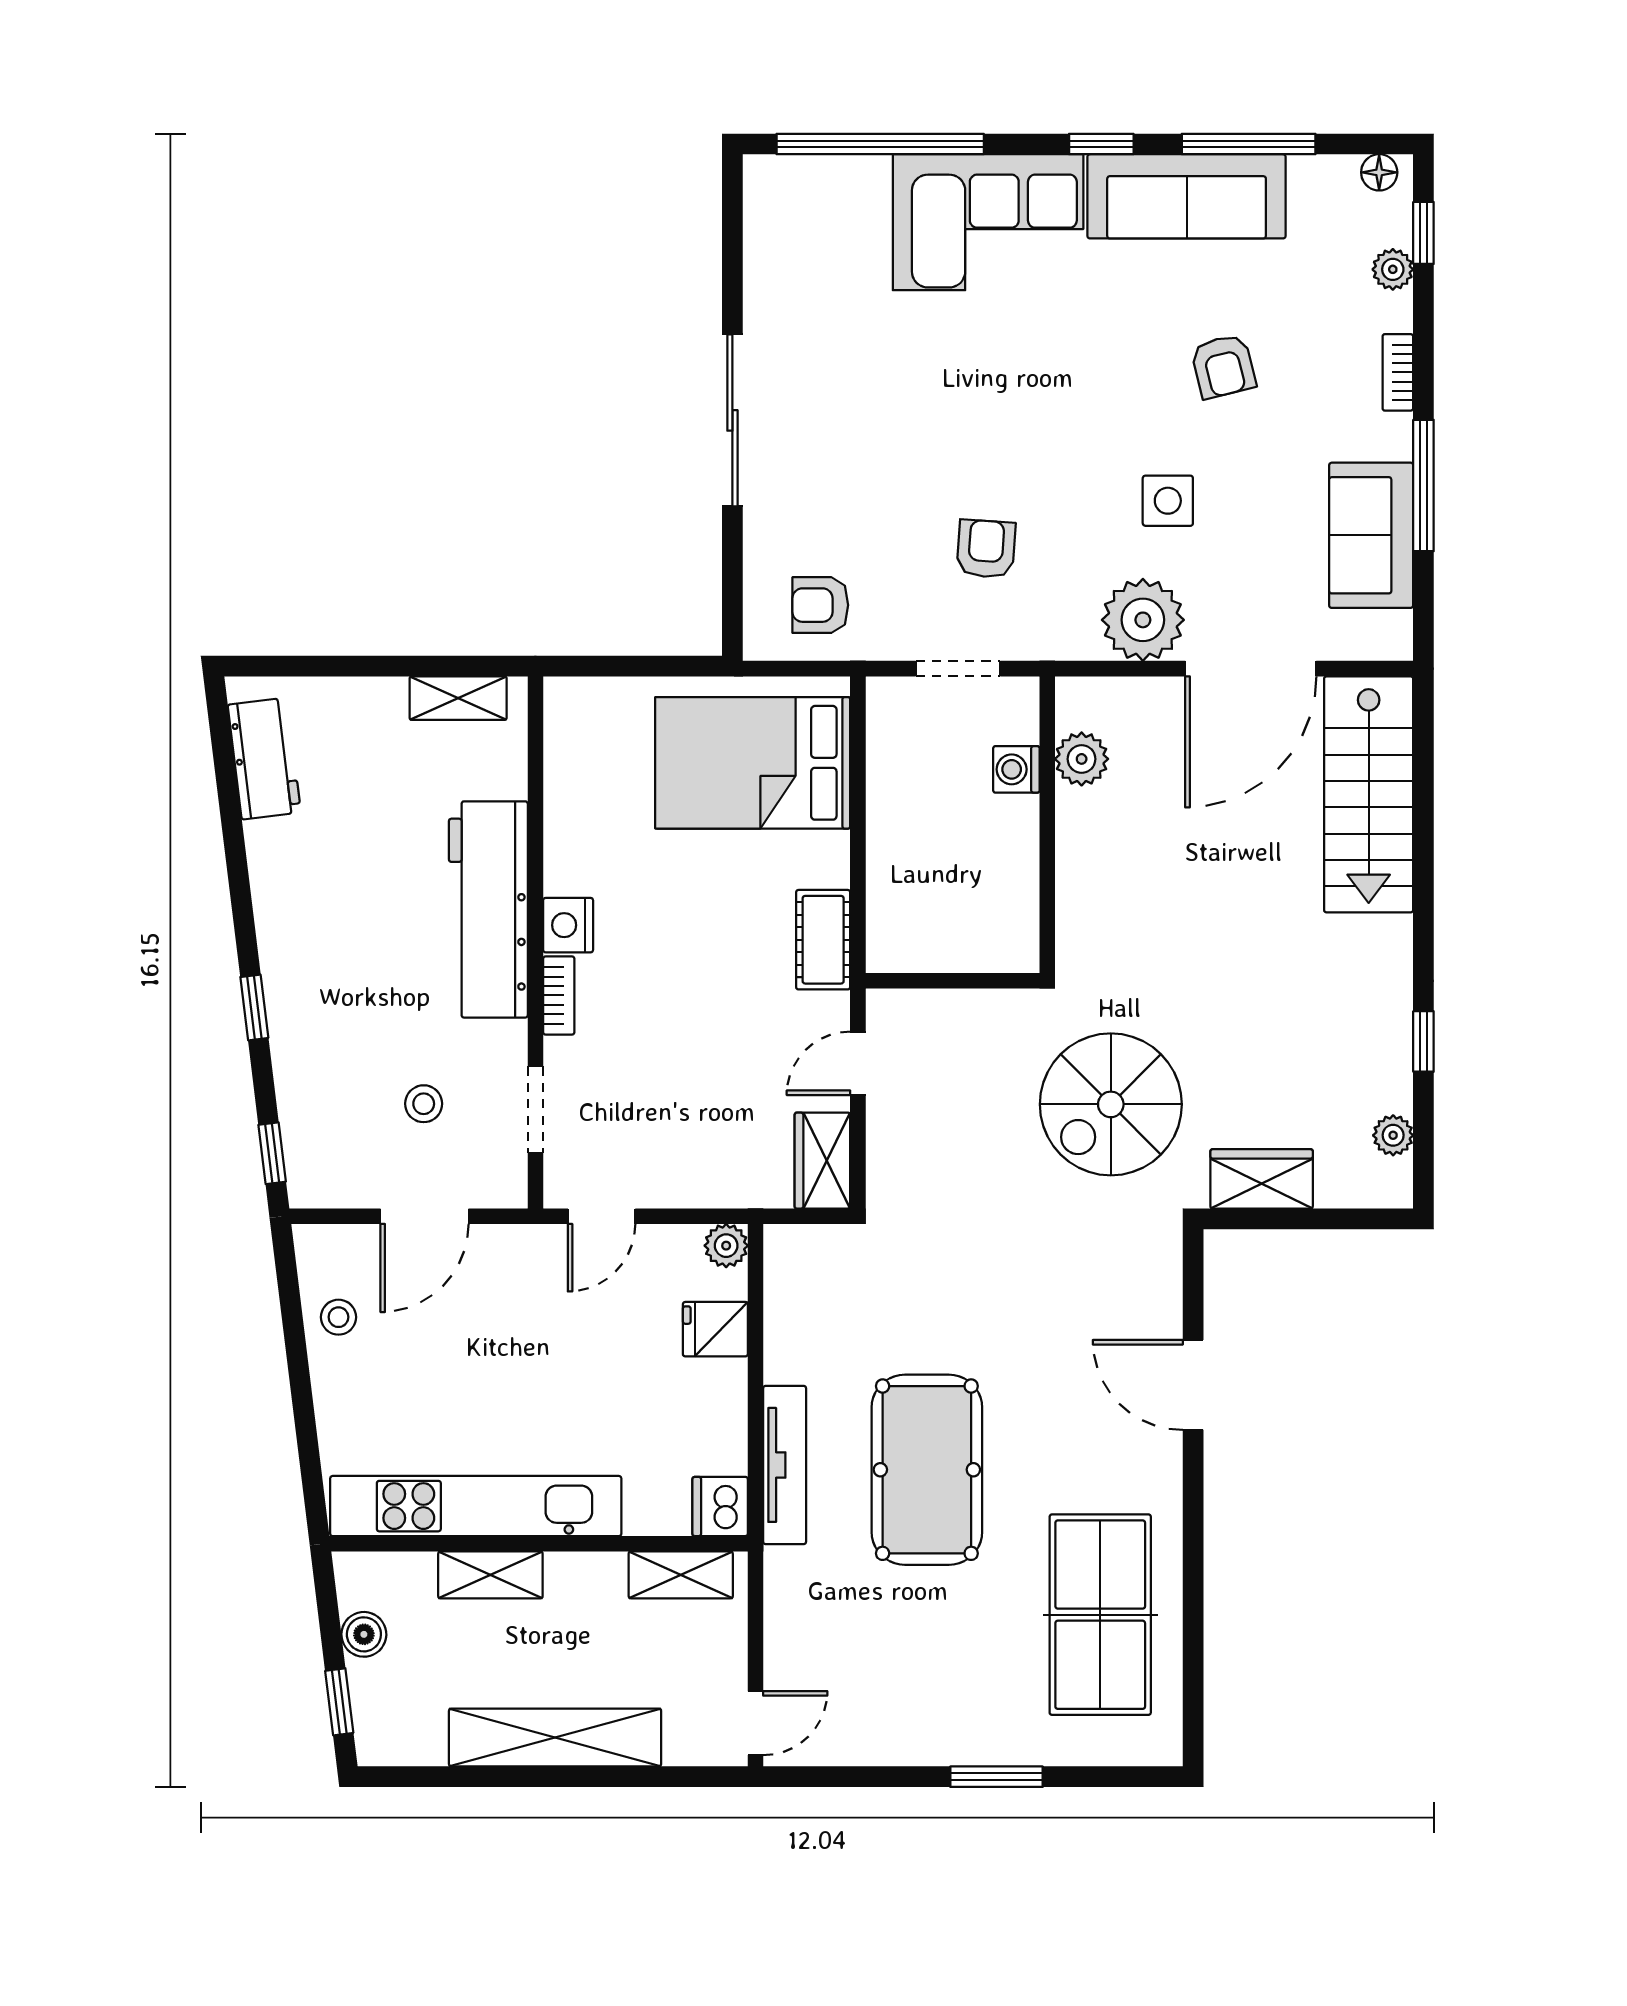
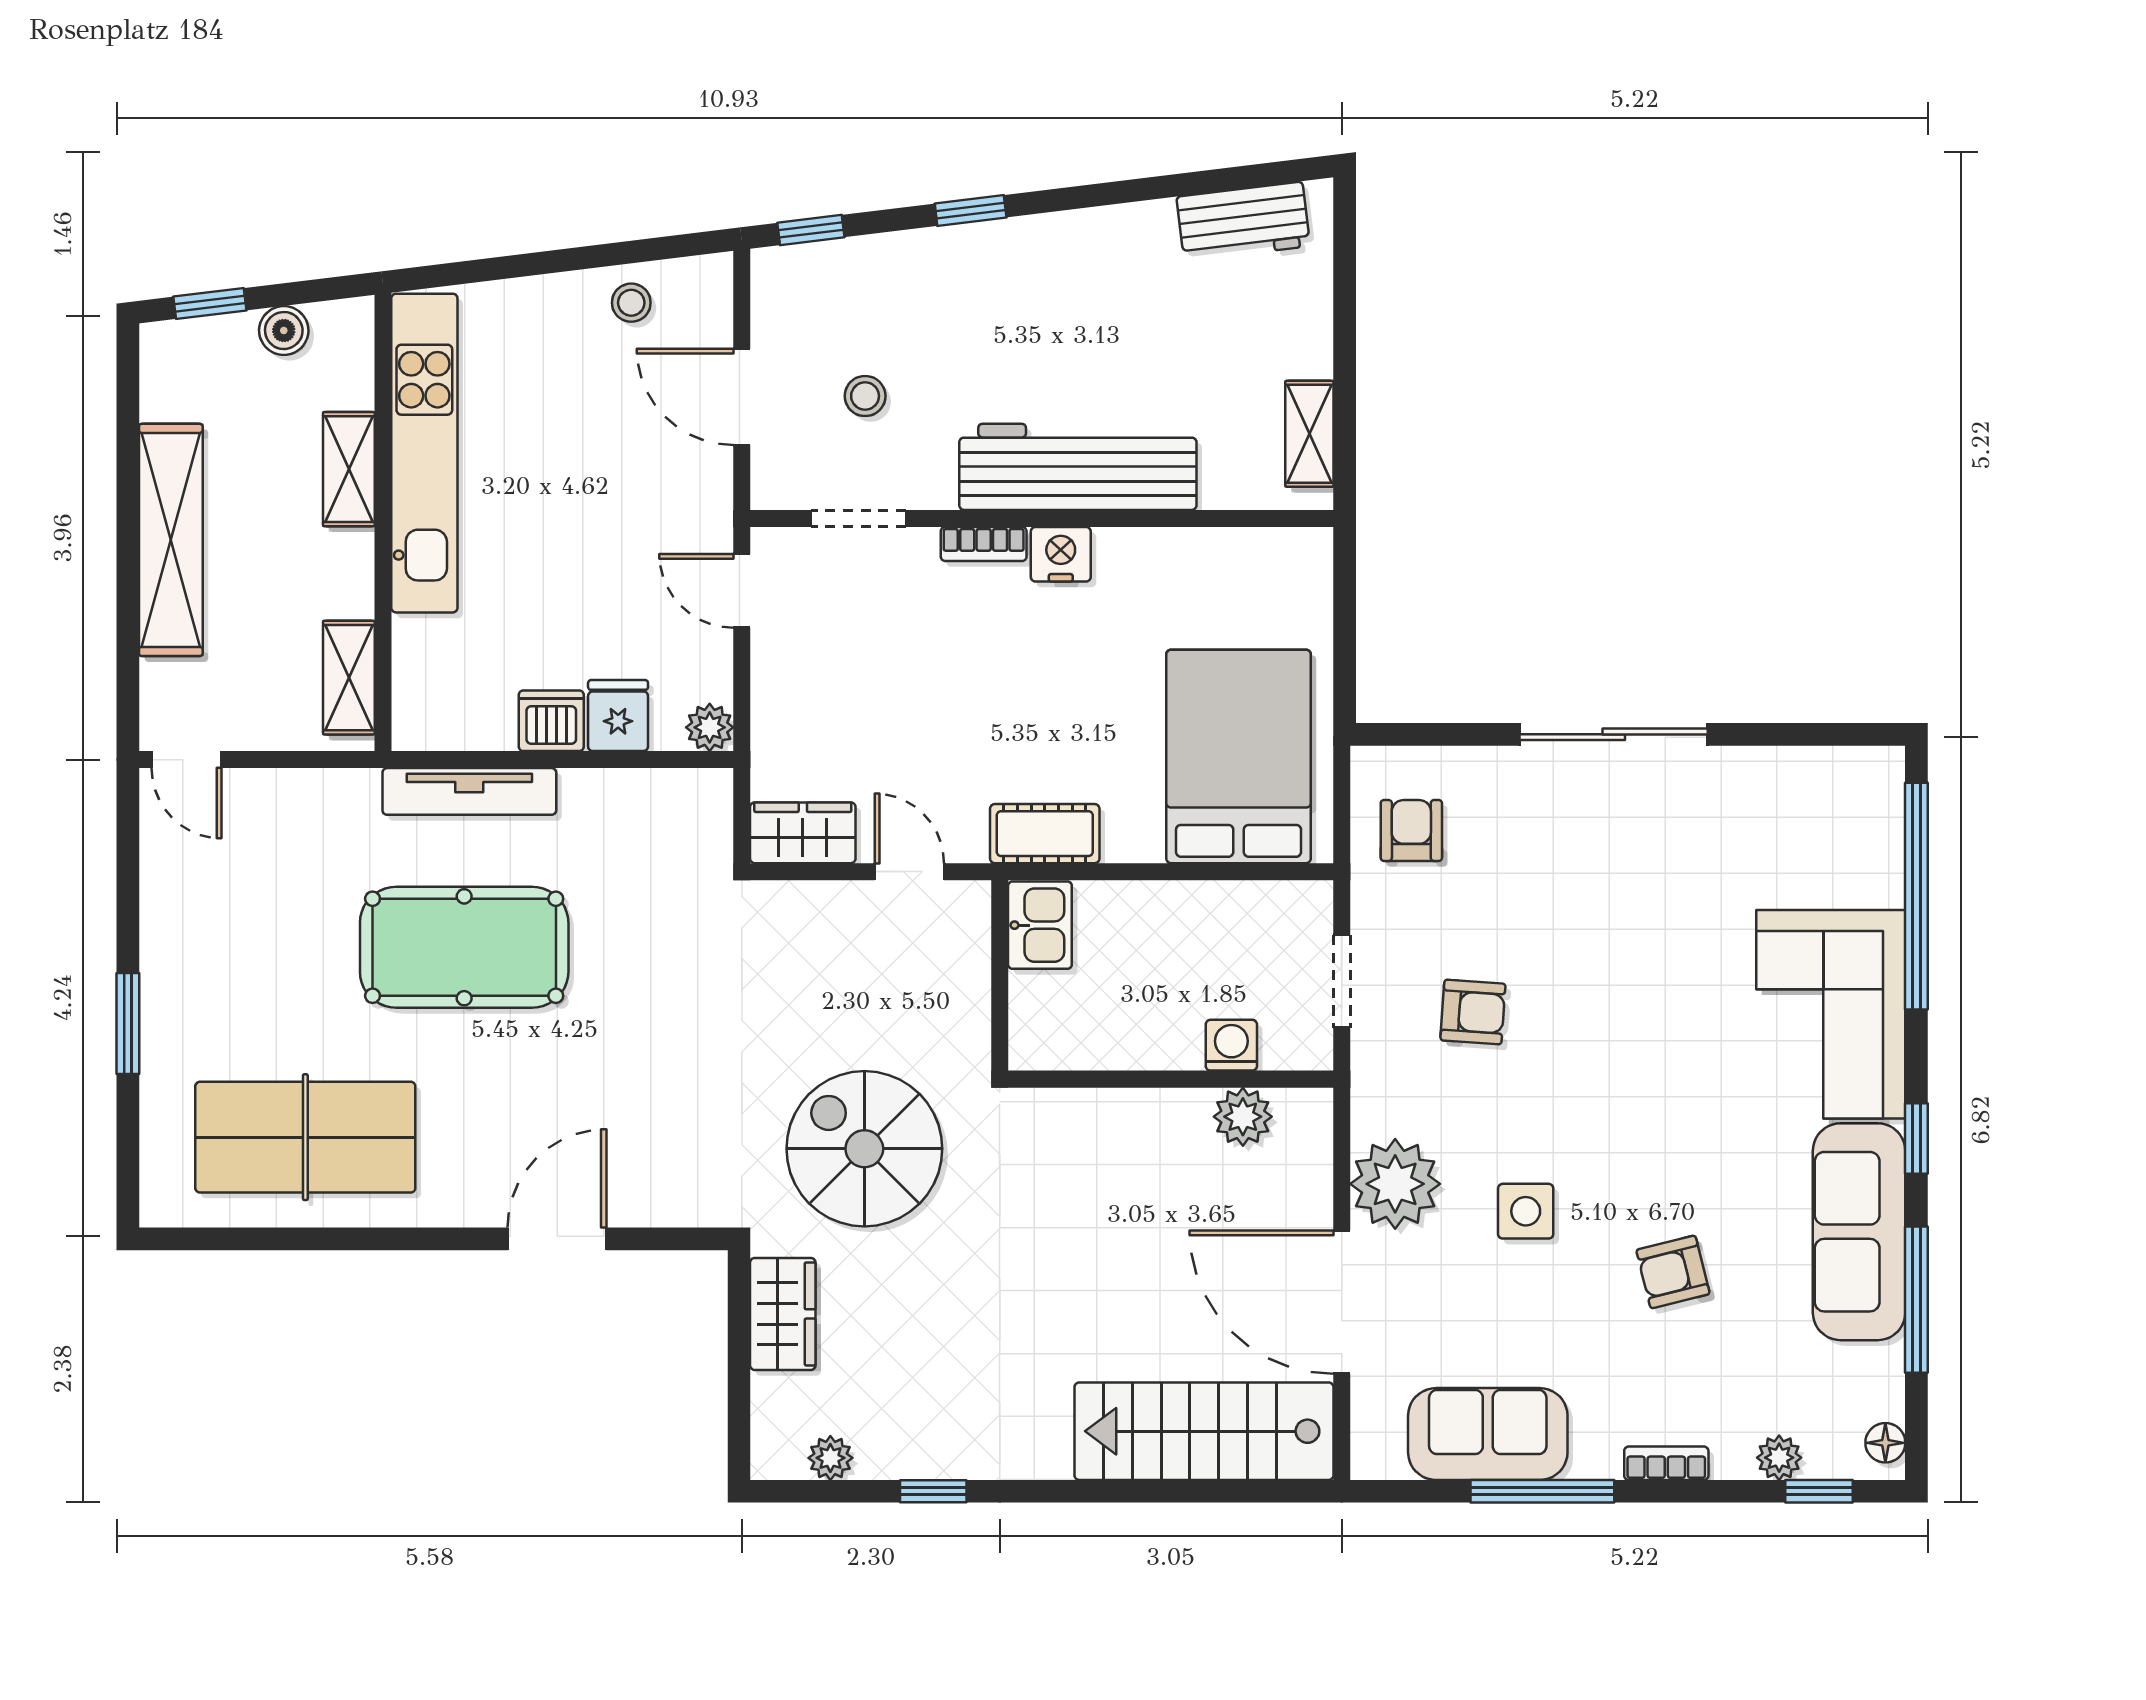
kitchen sink: (907, 944) -> (1040, 925), added
dishwasher: (720, 1506) -> (551, 721), moved

